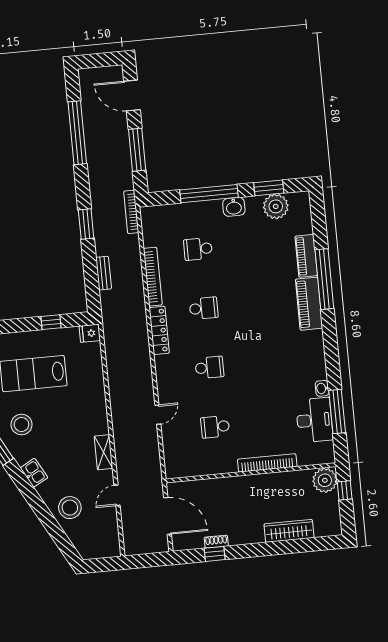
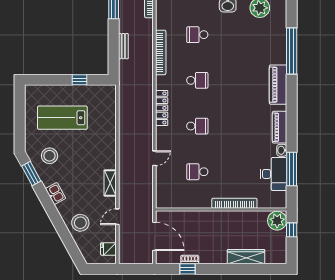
piano: (306, 256) -> (279, 127), moved
window: (324, 279) -> (292, 51), moved
locker: (159, 330) -> (162, 108), moved
fridge: (90, 333) -> (108, 249), moved

